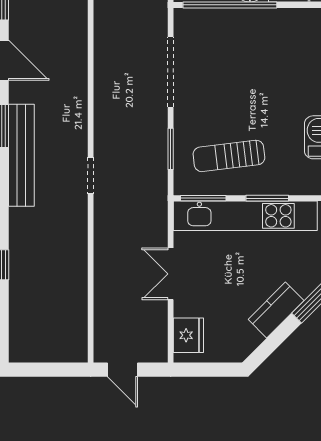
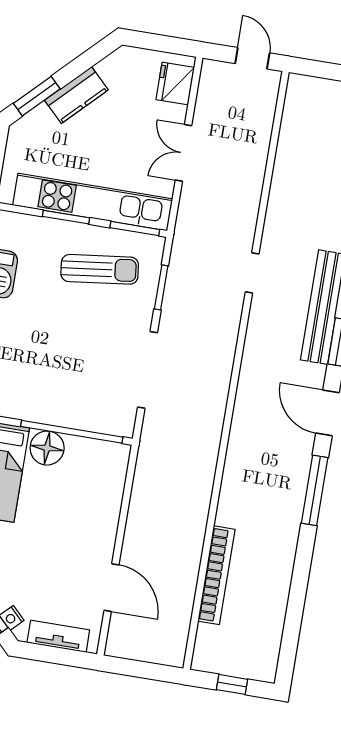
double door: (171, 274) -> (183, 153), swing flipped

